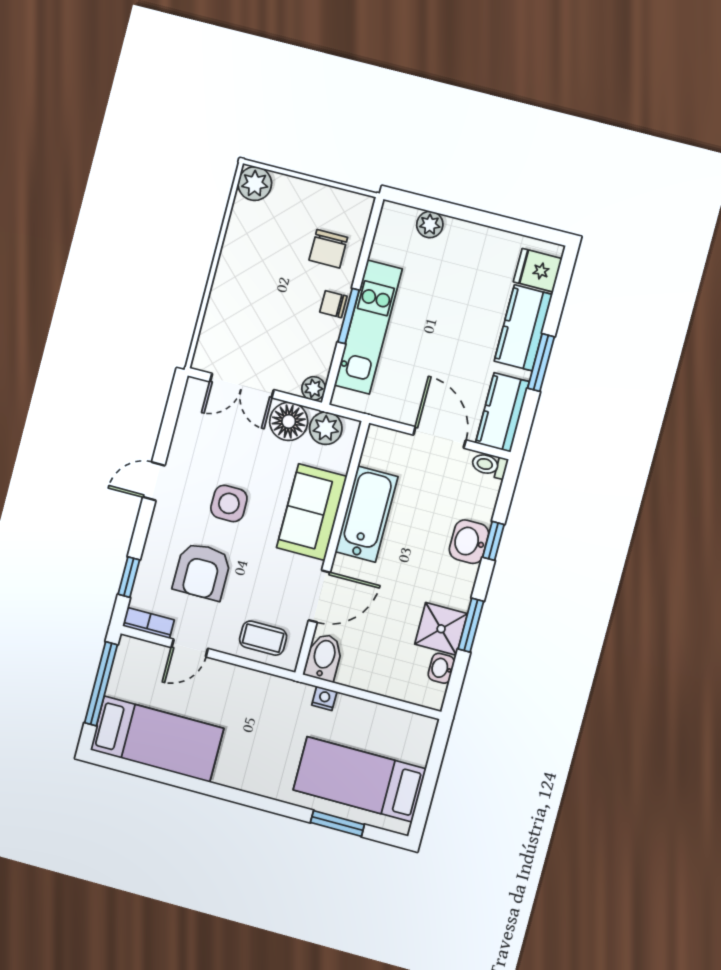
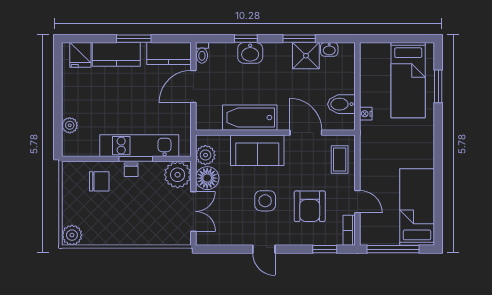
plant: (314, 388) -> (178, 175), width x1.88, depth x1.88
armchair: (202, 571) -> (310, 206), turned 90
bidet: (324, 657) -> (341, 104), moved

